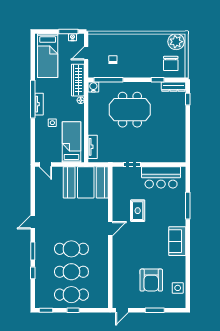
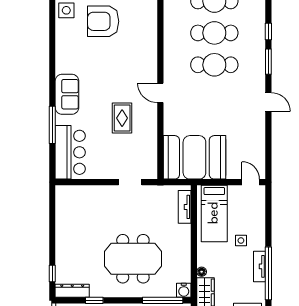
bar counter: (161, 177) -> (70, 152), moved, turned 90
door: (33, 222) -> (268, 102), hinge flipped
door: (110, 229) -> (160, 93), hinge flipped
sofa: (177, 241) -> (67, 94), moved
armchair: (151, 280) -> (103, 21), turned -90

